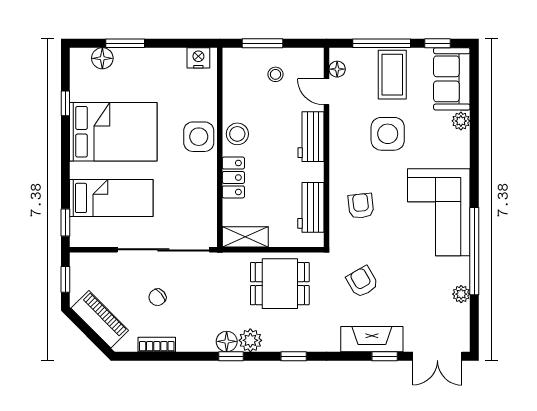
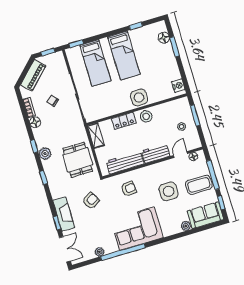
bed: (113, 132) -> (124, 56), width x0.67
workbench: (311, 207) -> (125, 163), width x1.38
floor lamp: (227, 341) -> (35, 122), moved
double door: (437, 356) -> (65, 249), swing flipped

